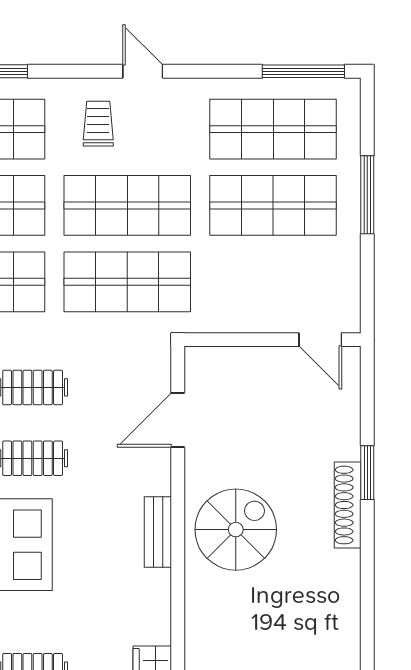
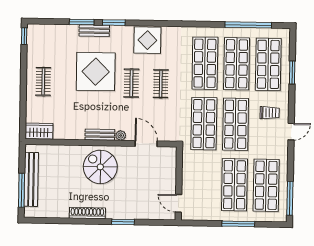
door: (320, 340) -> (178, 203), hinge flipped
plant: (159, 482) -> (121, 135), added
shoe rack: (348, 505) -> (87, 213), moved
spiral stairs: (236, 530) -> (100, 167), turned 180

